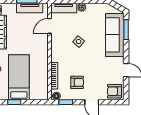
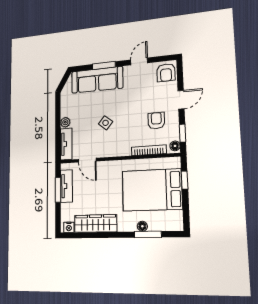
window: (126, 30) -> (104, 66), moved
bed: (19, 77) -> (152, 190), width x1.50
window: (14, 102) -> (185, 180), moved

